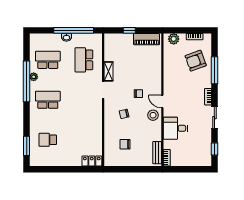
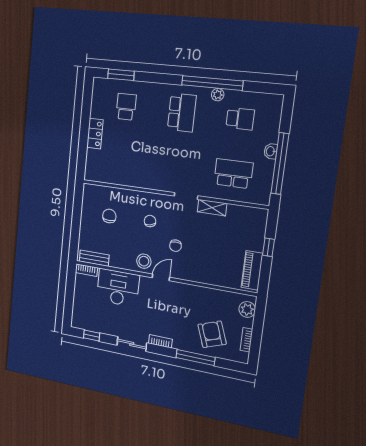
school desk: (48, 60) -> (240, 119), width x0.54
desk: (175, 128) -> (118, 288), width x1.37
locker: (92, 161) -> (95, 134), moved

